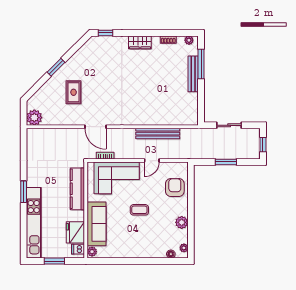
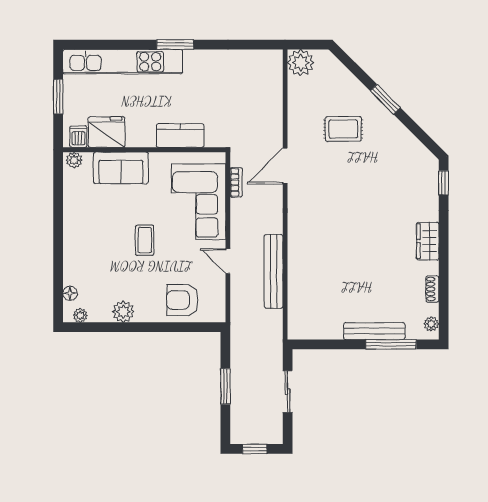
armchair: (175, 187) -> (182, 300), turned 180
kitchen counter: (77, 189) -> (180, 136), width x0.67
sofa: (97, 224) -> (121, 168), width x0.73

